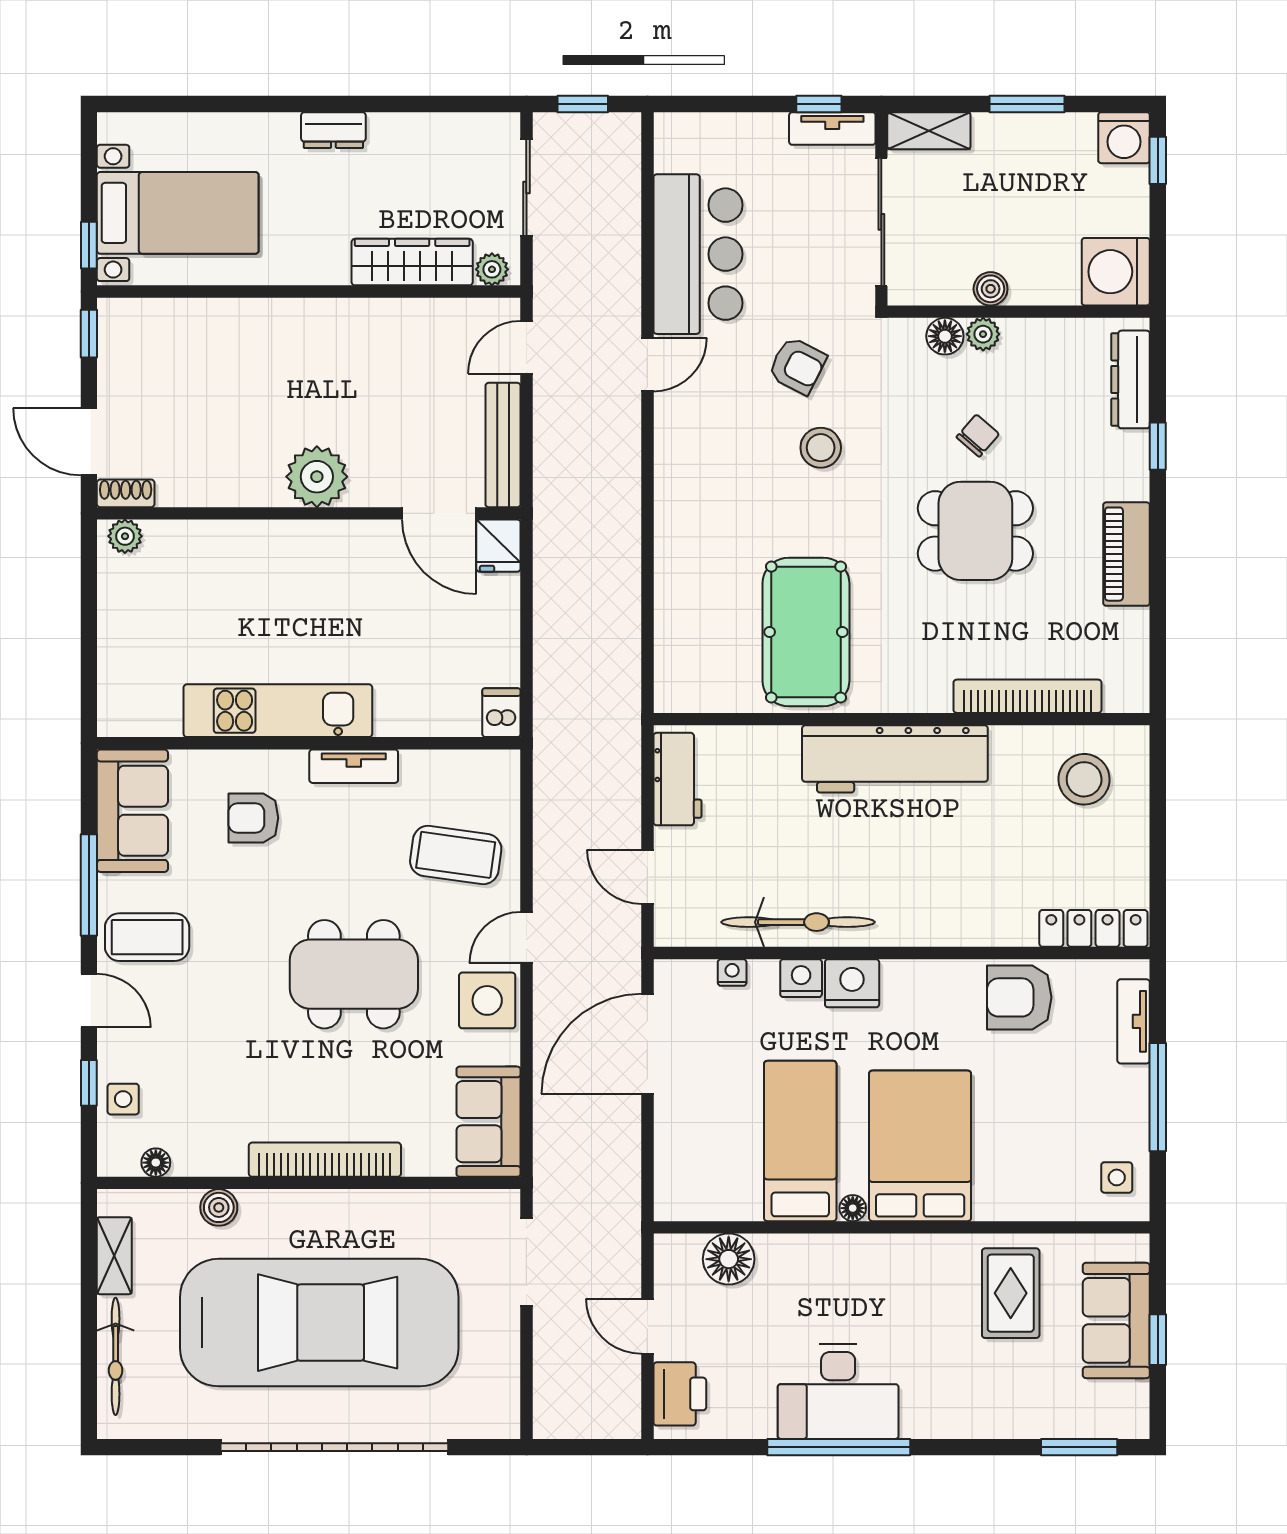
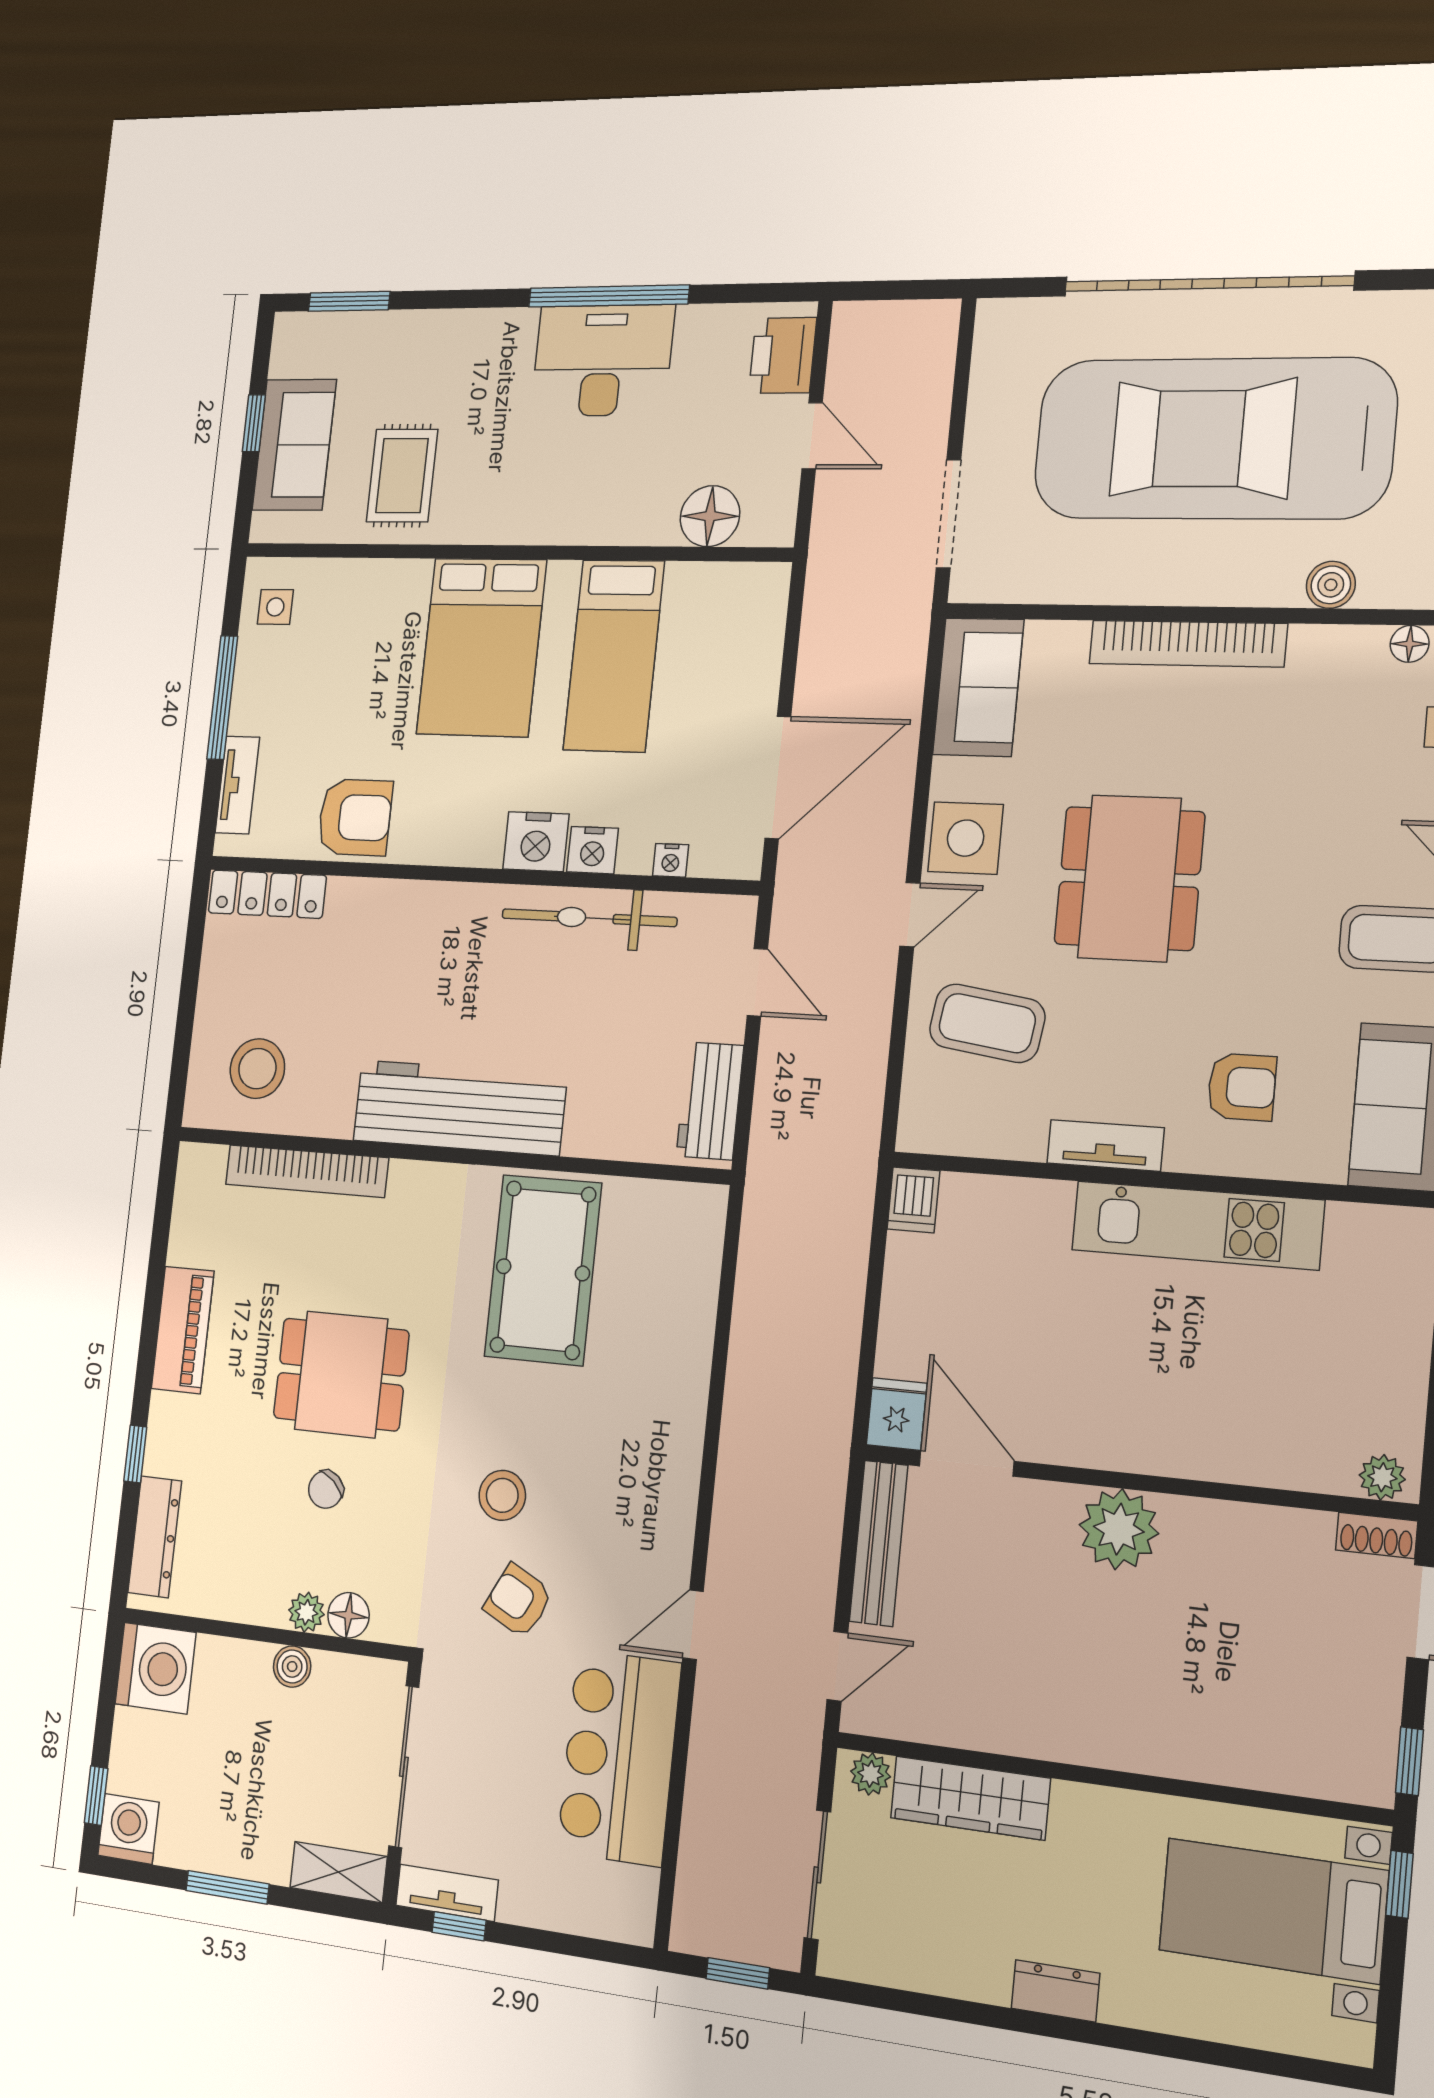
dining table: (354, 974) -> (1129, 878), turned 90
floor lamp: (853, 1208) -> (563, 575), removed

